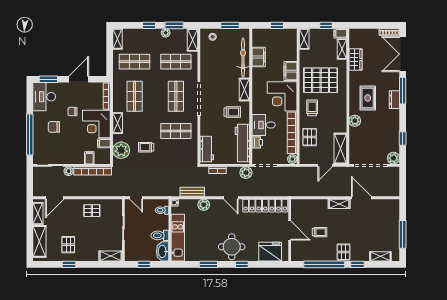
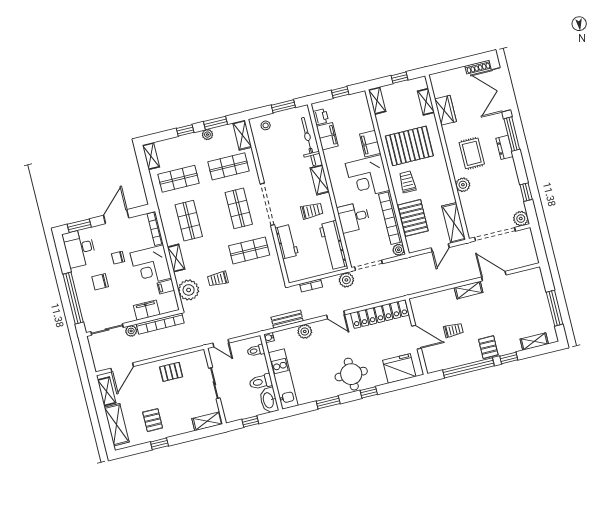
filing cabinet: (340, 33) -> (419, 83), removed
pallet: (310, 137) -> (413, 218), width x1.50, depth x1.42
printer: (257, 142) -> (321, 117), moved
workbench: (207, 149) -> (287, 242), moved
filing cabinet: (89, 158) -> (147, 310), width x2.00

